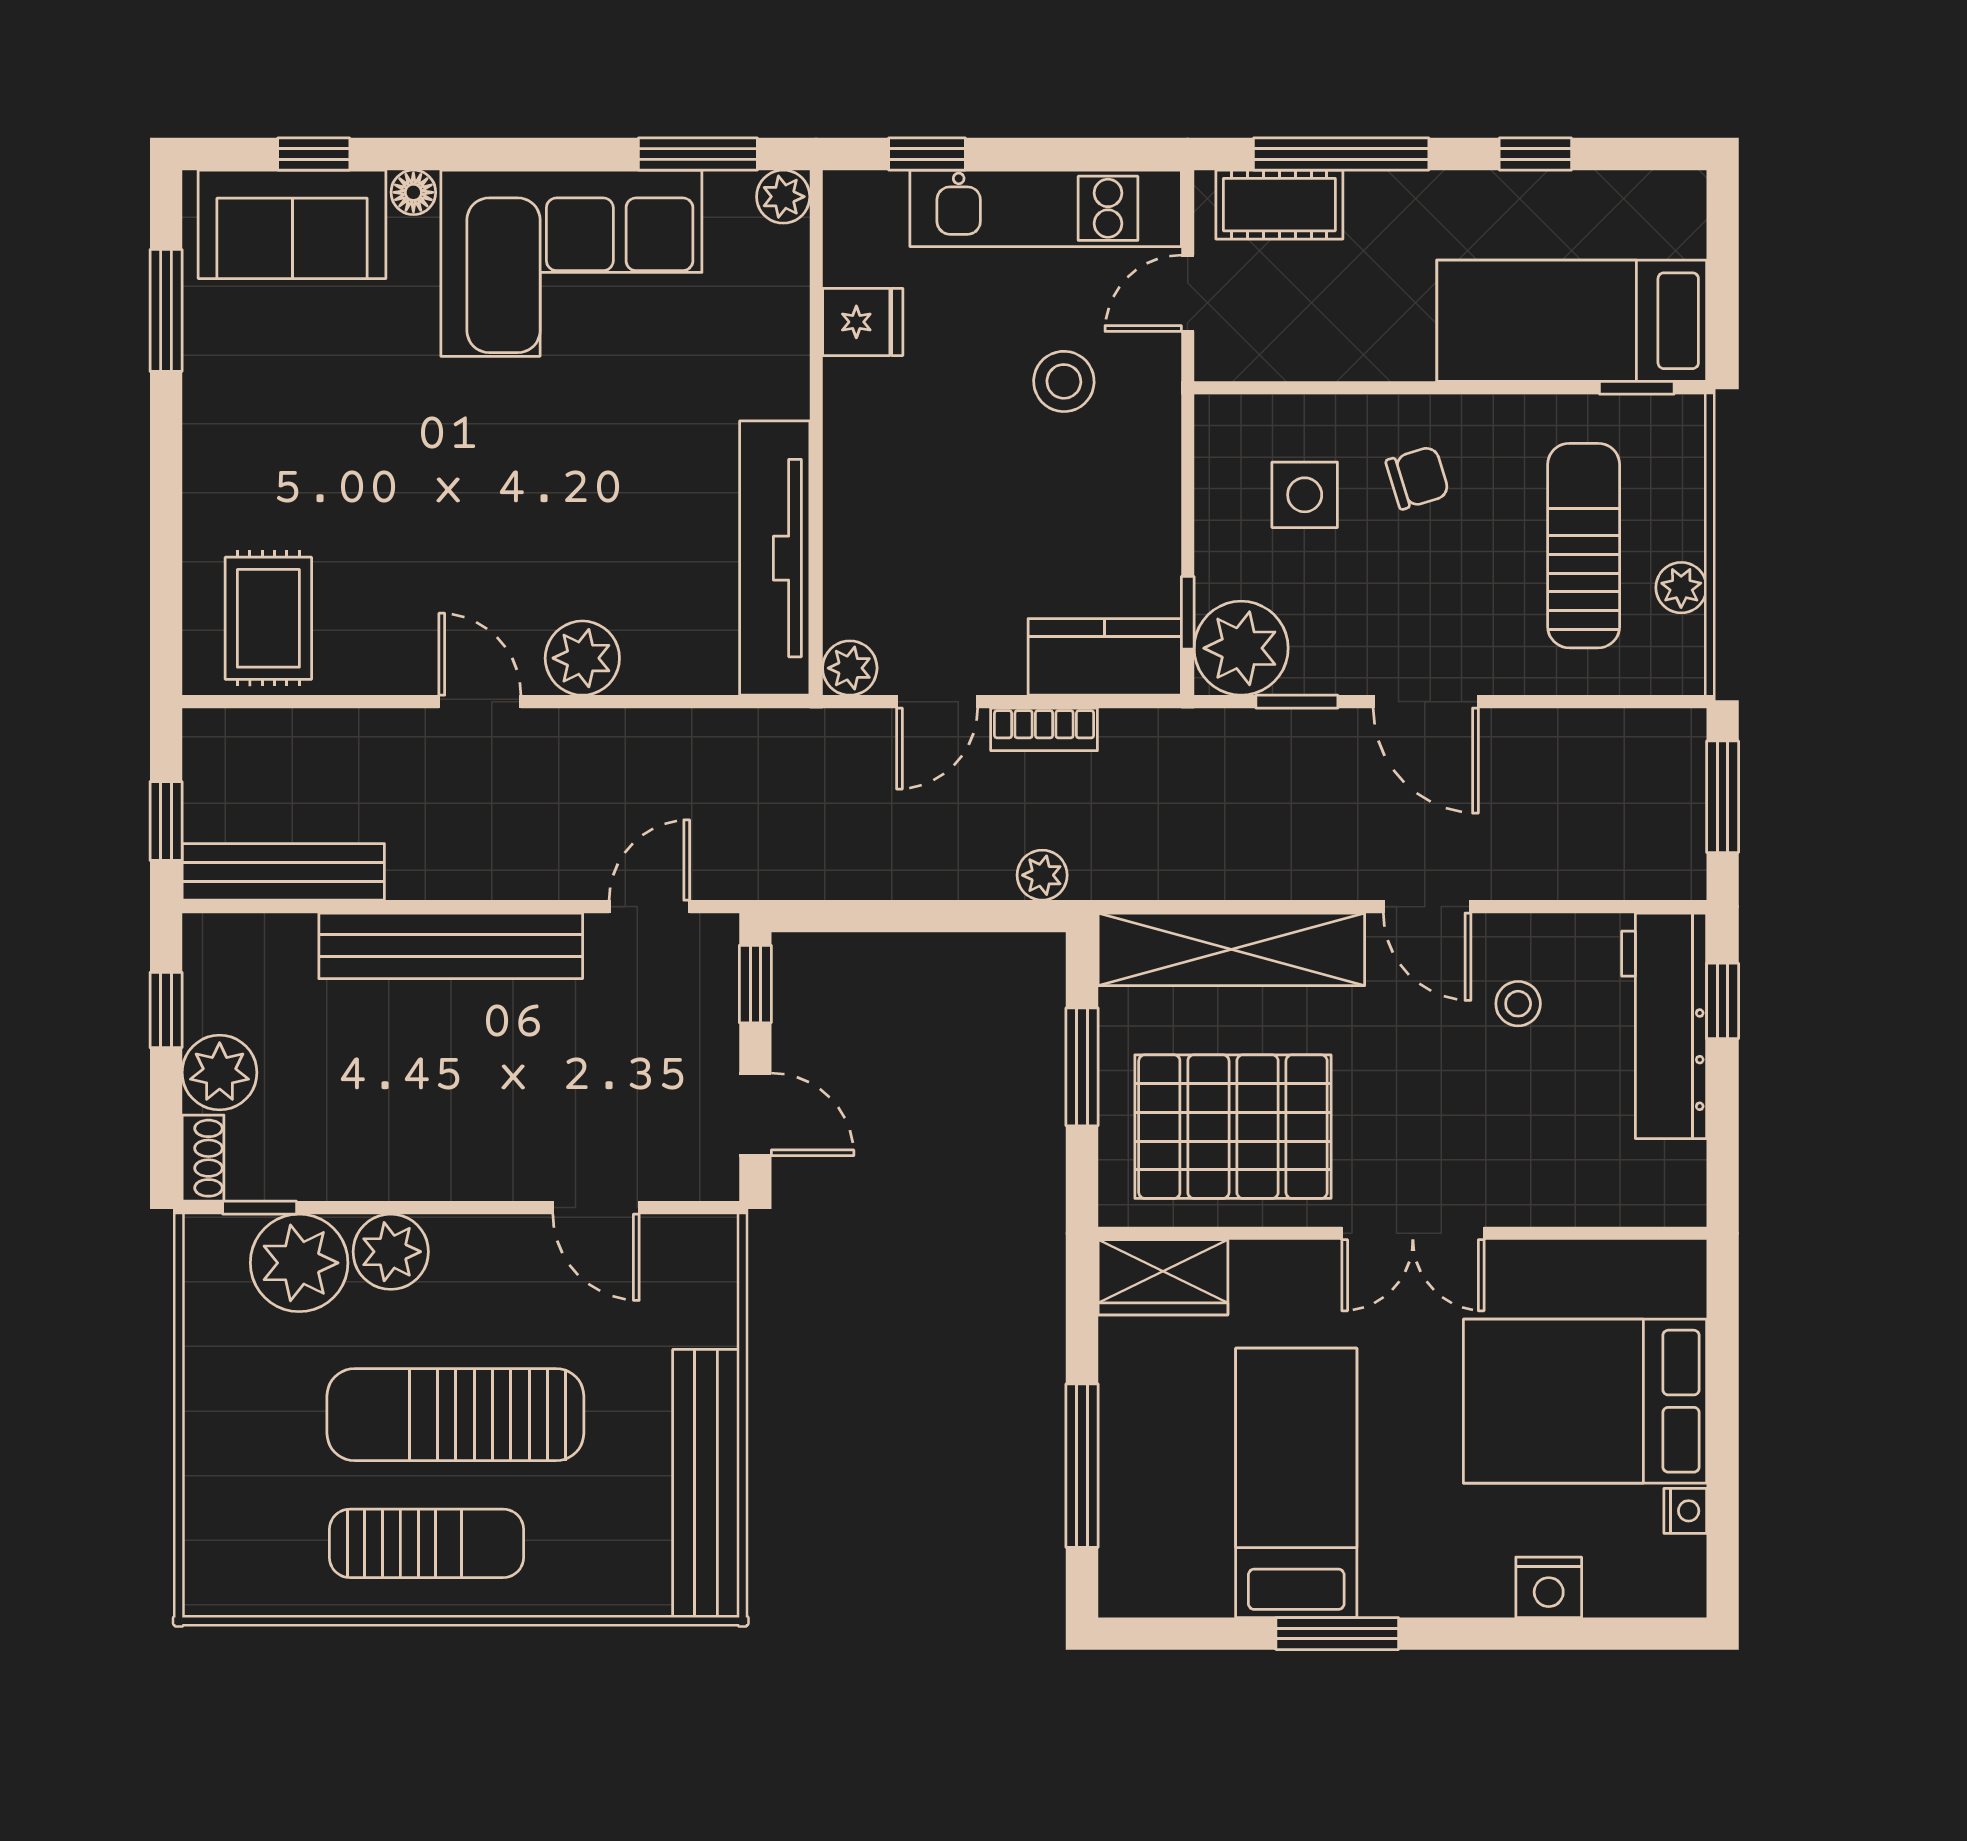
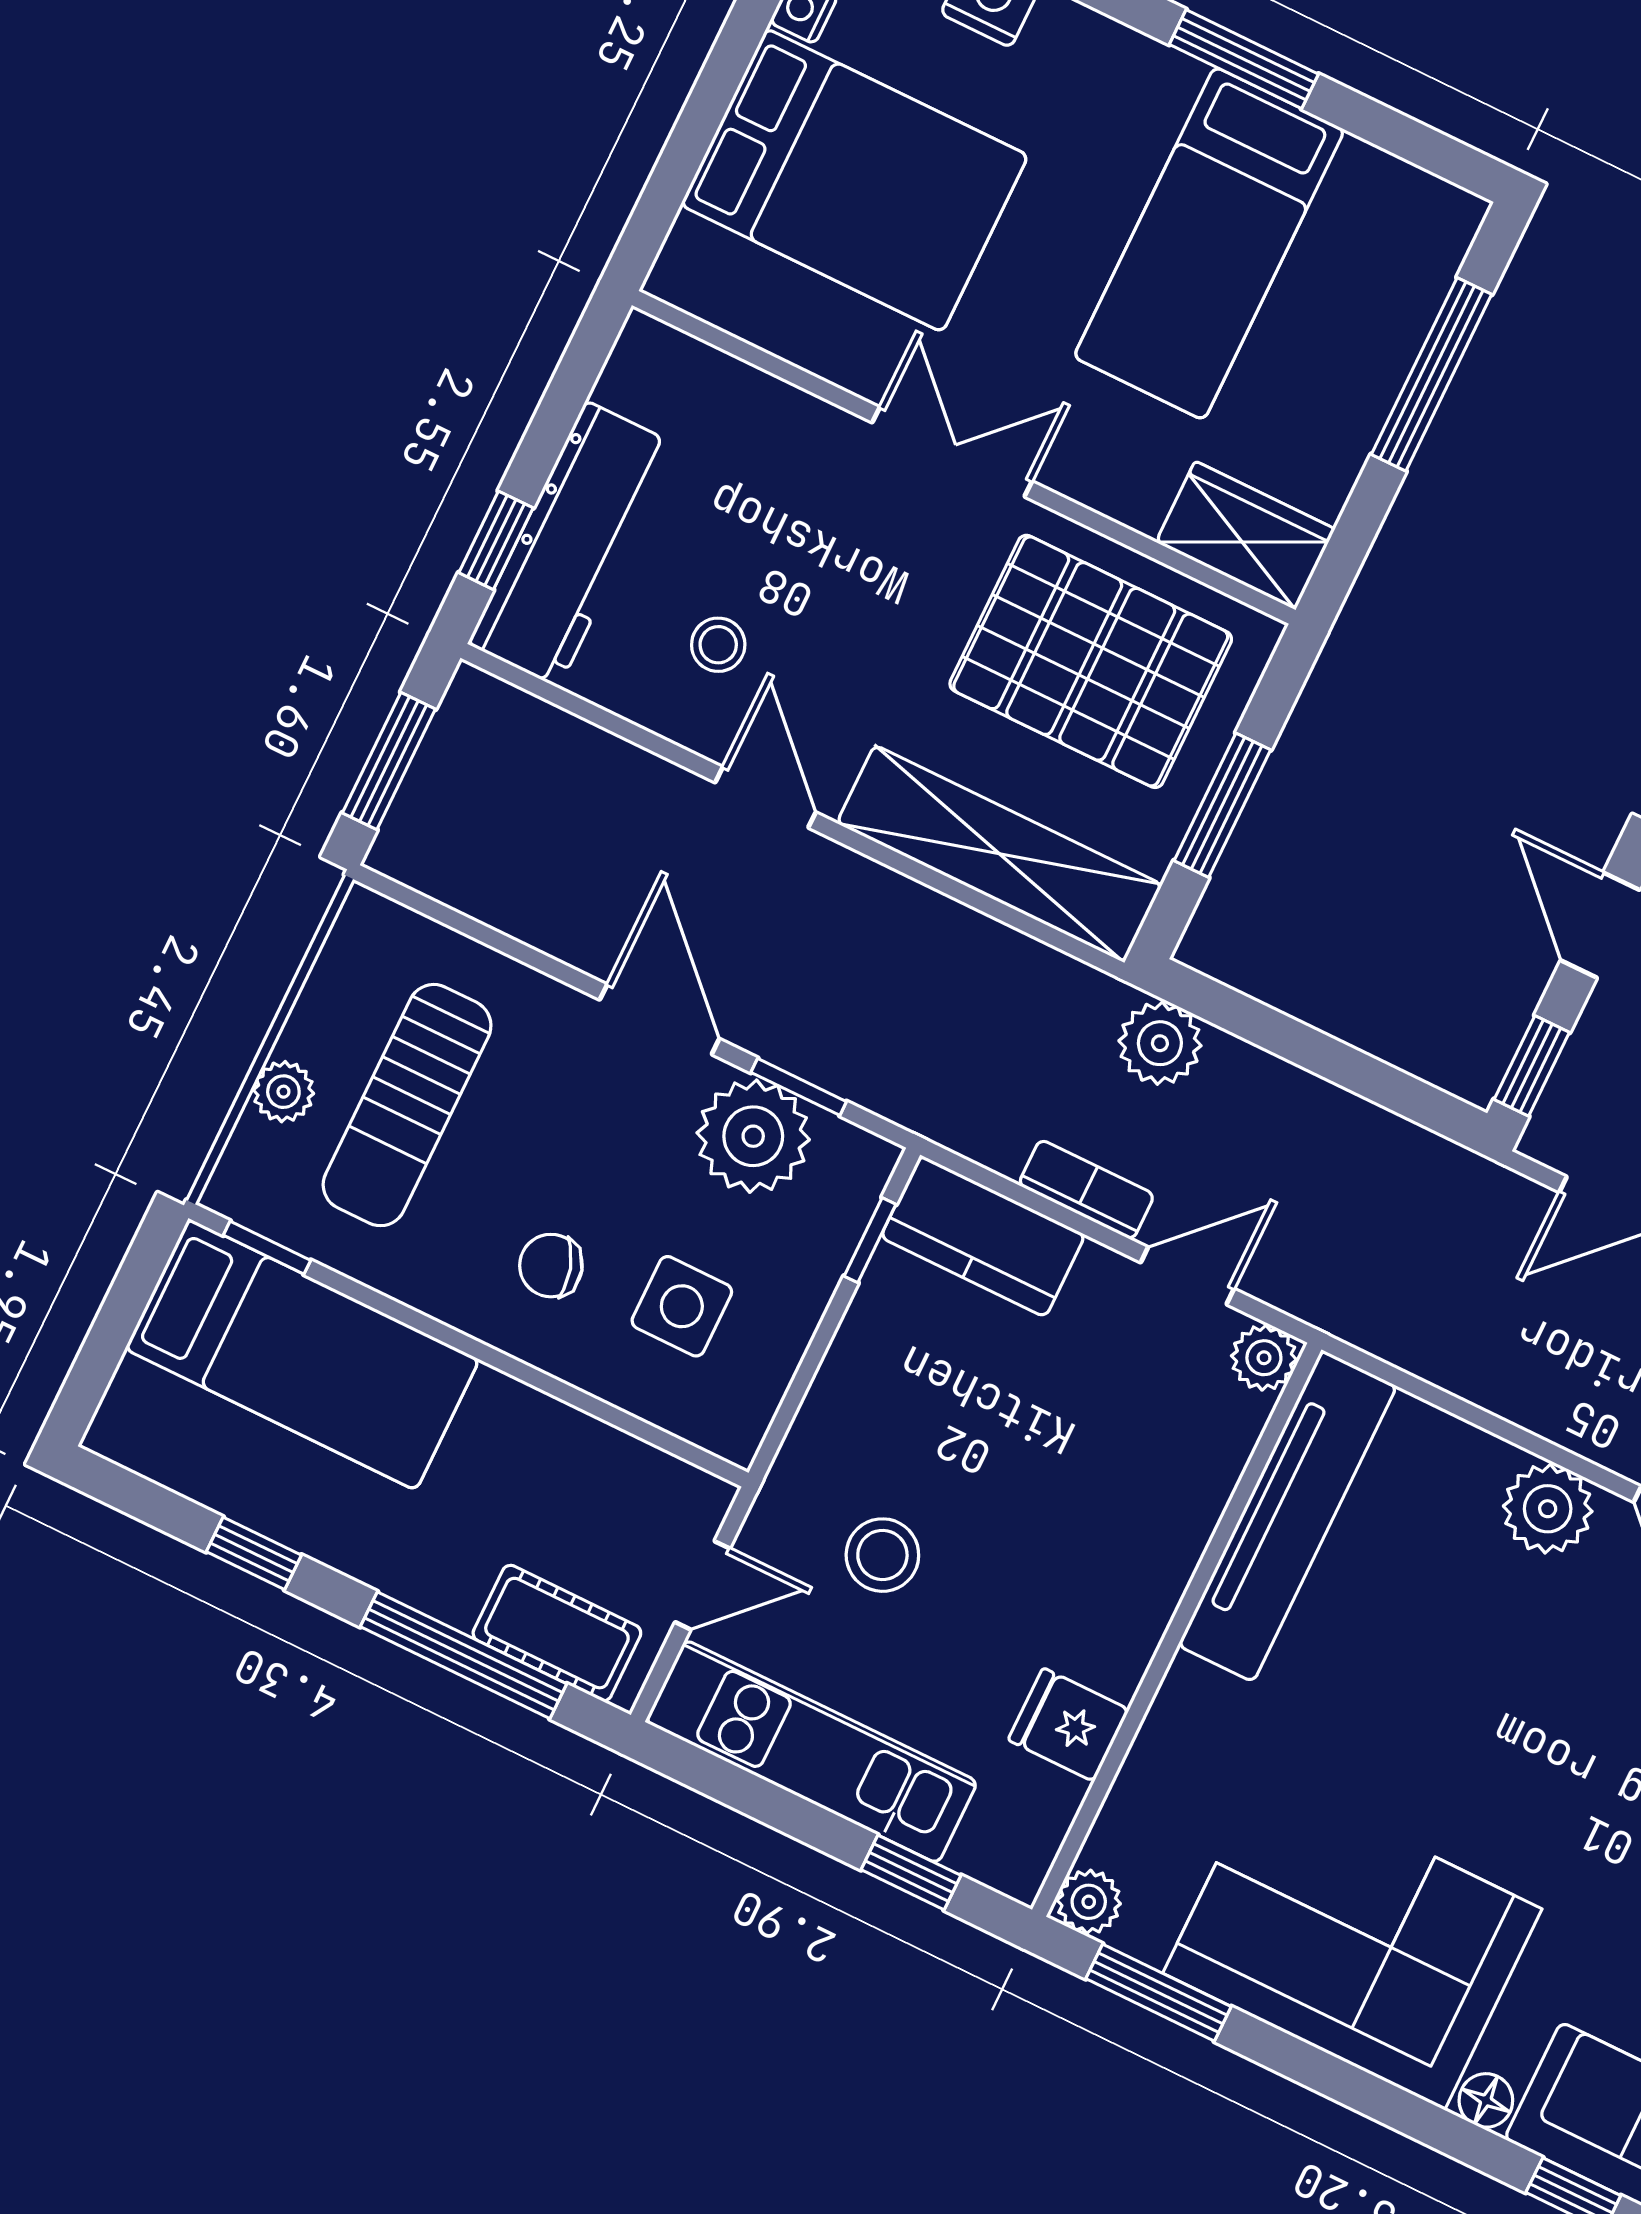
plant: (1681, 588) -> (283, 1092), moved
plant: (1241, 648) -> (753, 1136), moved
plant: (1042, 875) -> (1160, 1043), width x1.38, depth x1.38

